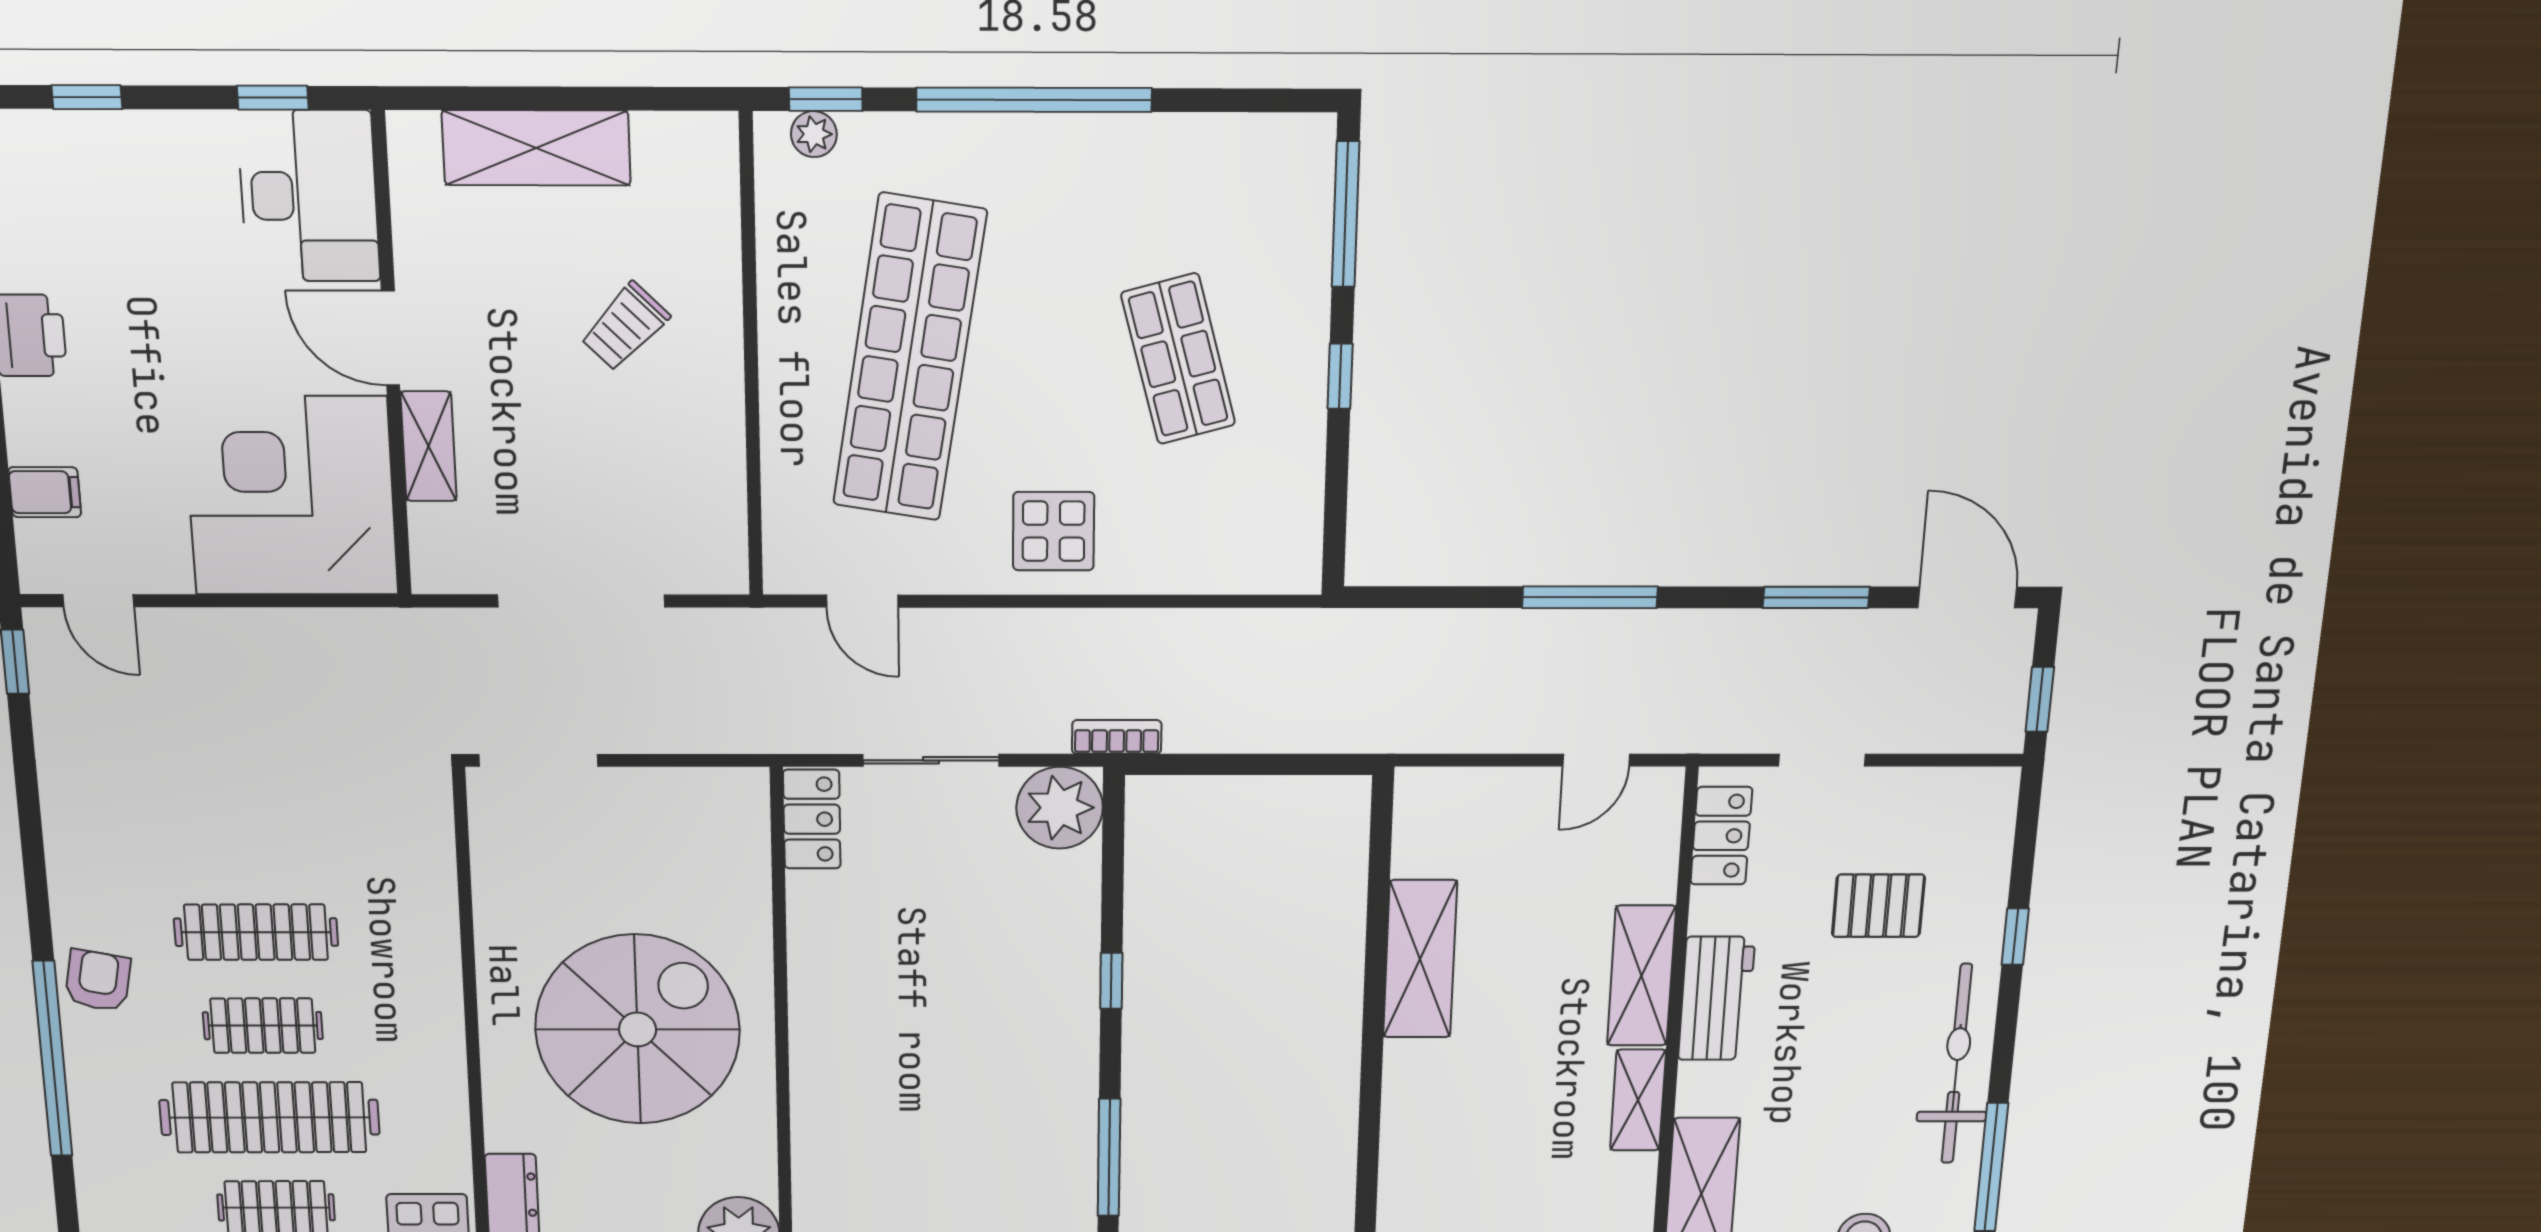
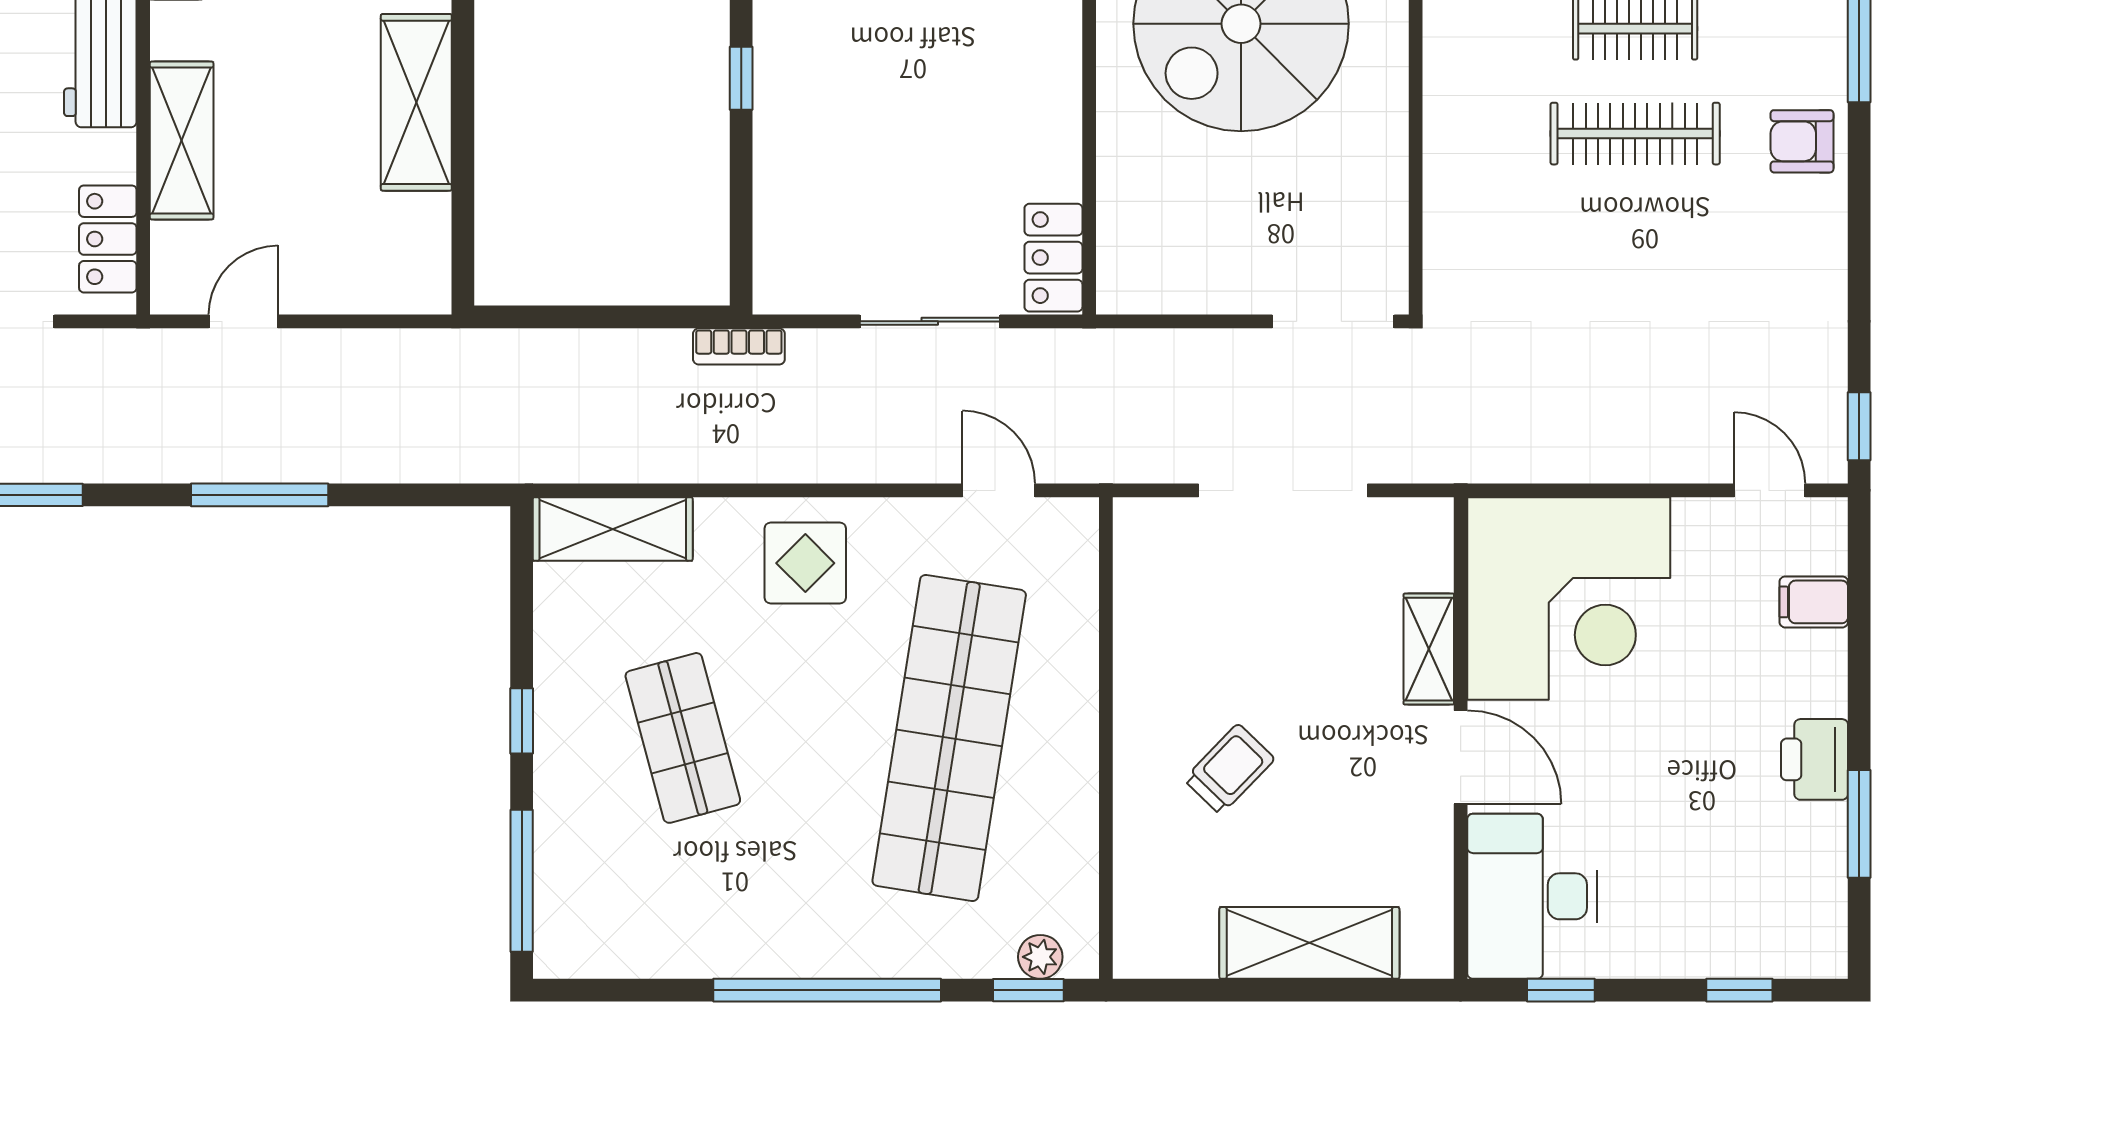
shelving: (1244, 564) -> (613, 529), added
plant: (1060, 808) -> (797, 270), removed
shelving: (1641, 976) -> (182, 140), moved
armchair: (98, 981) -> (1802, 141), moved, turned 79

